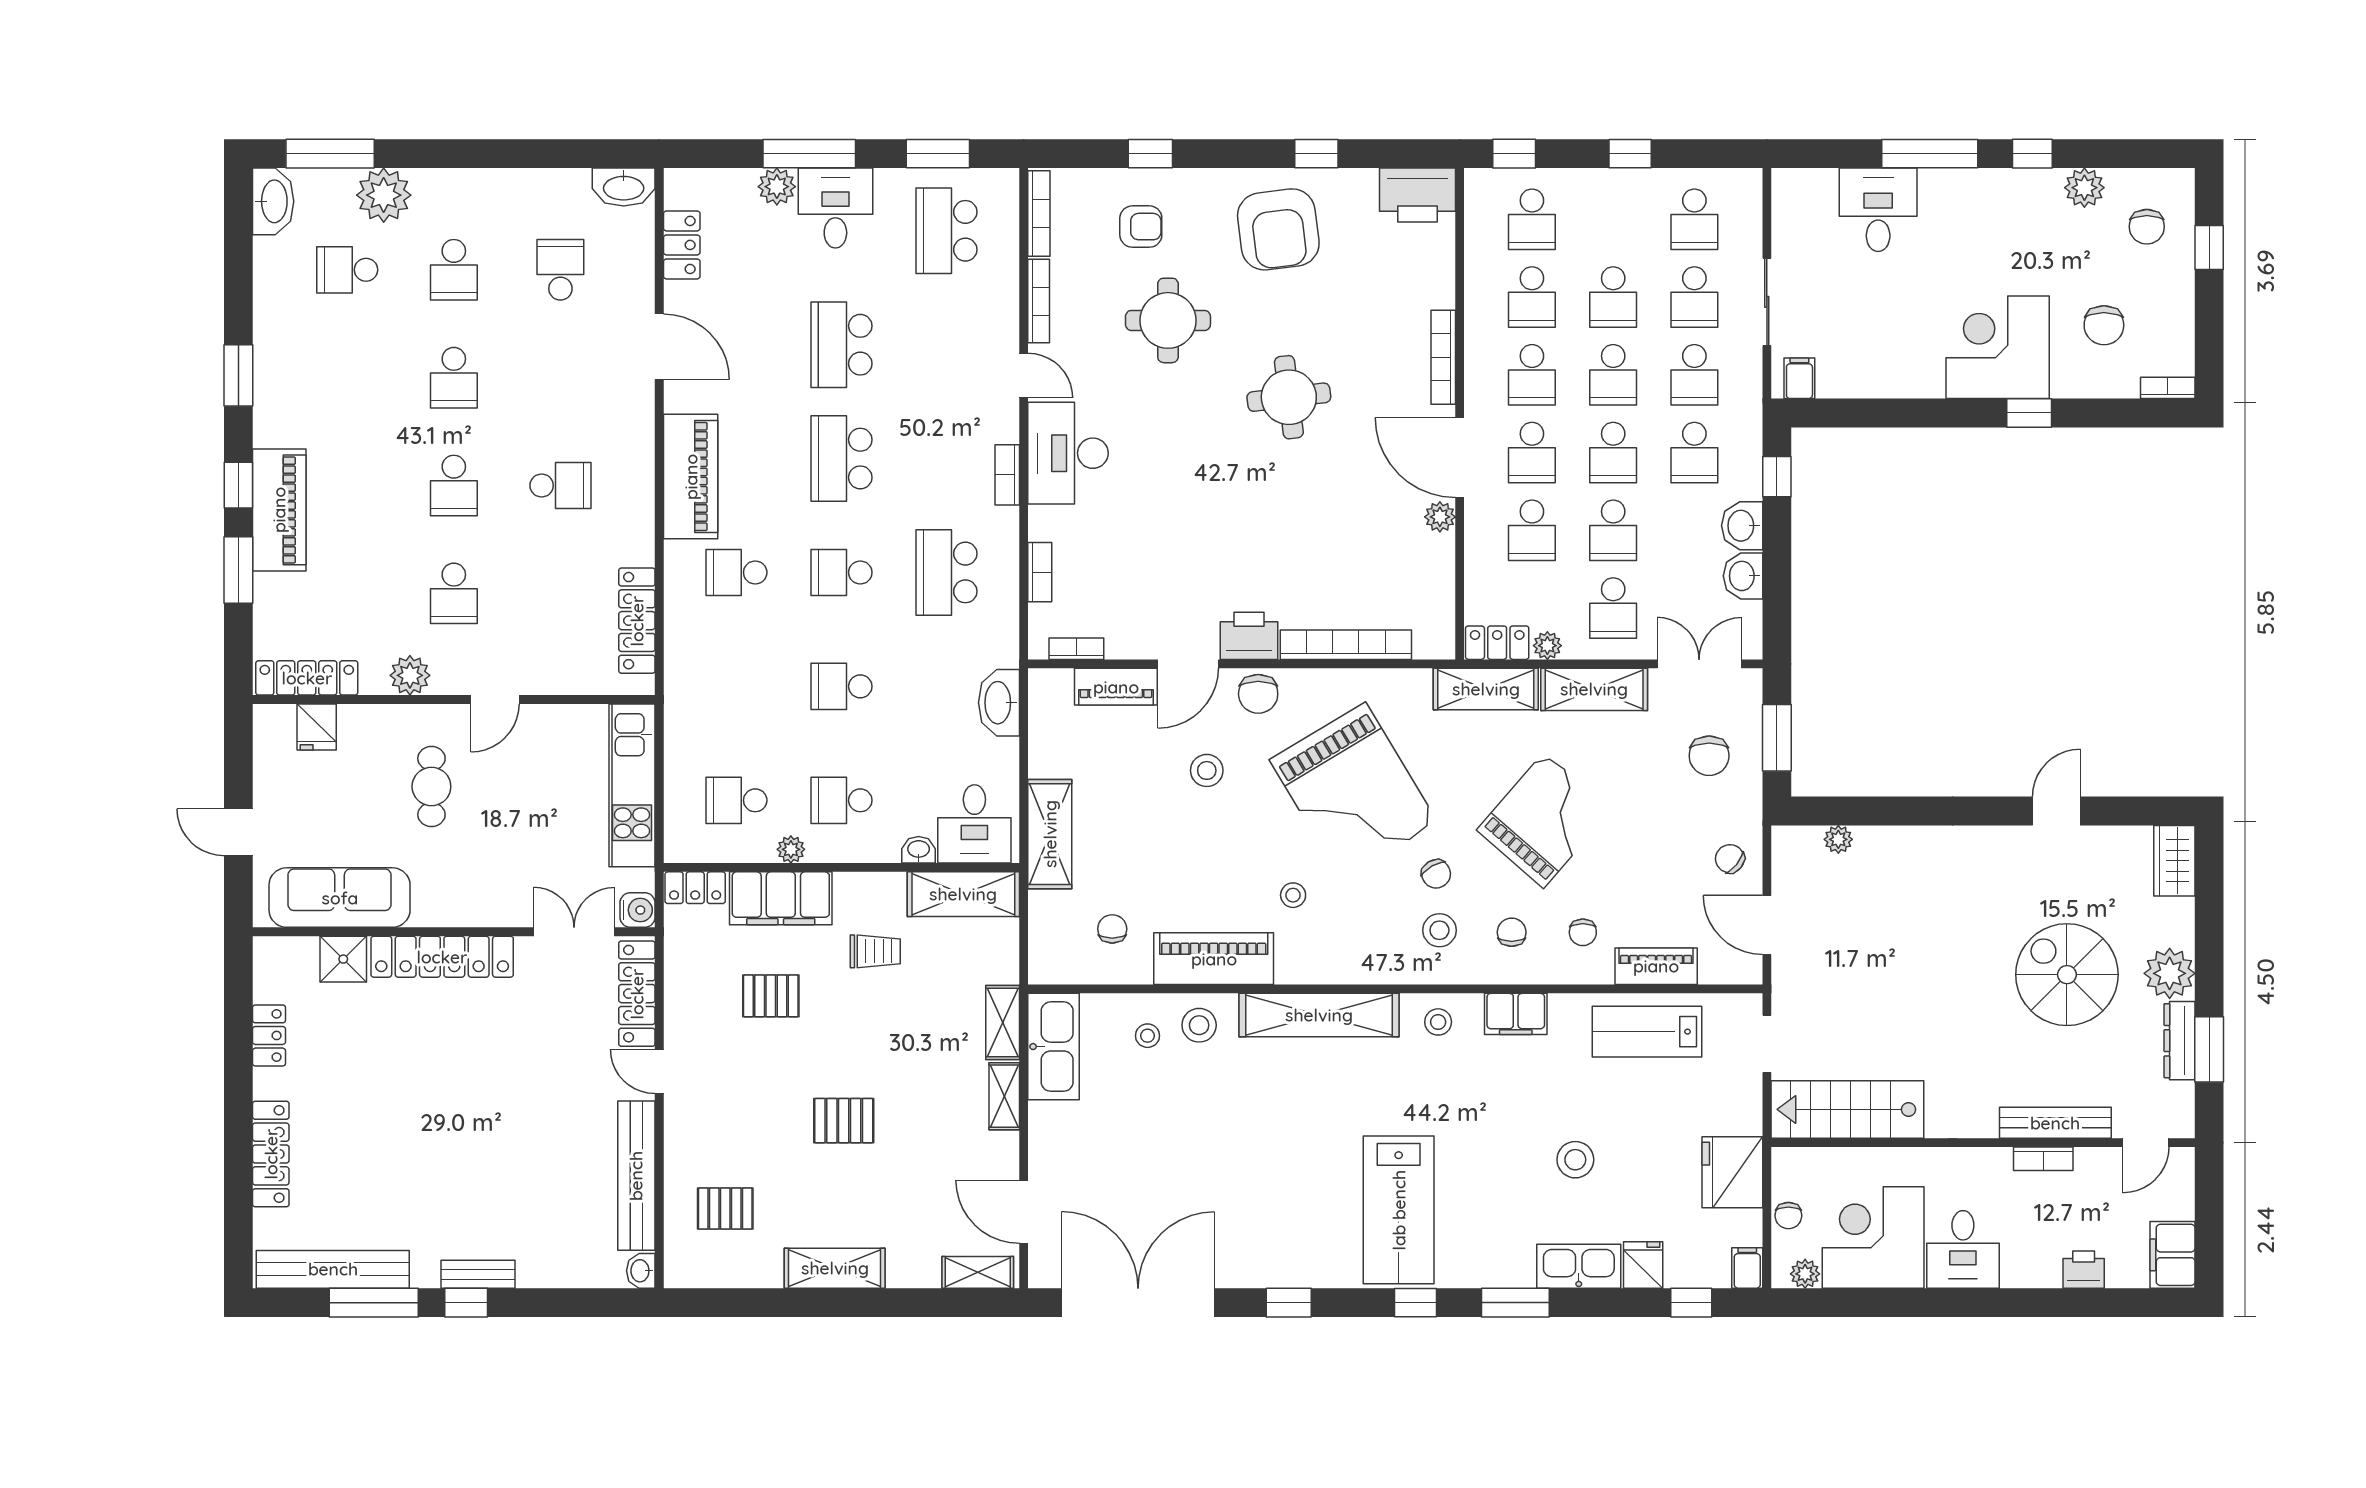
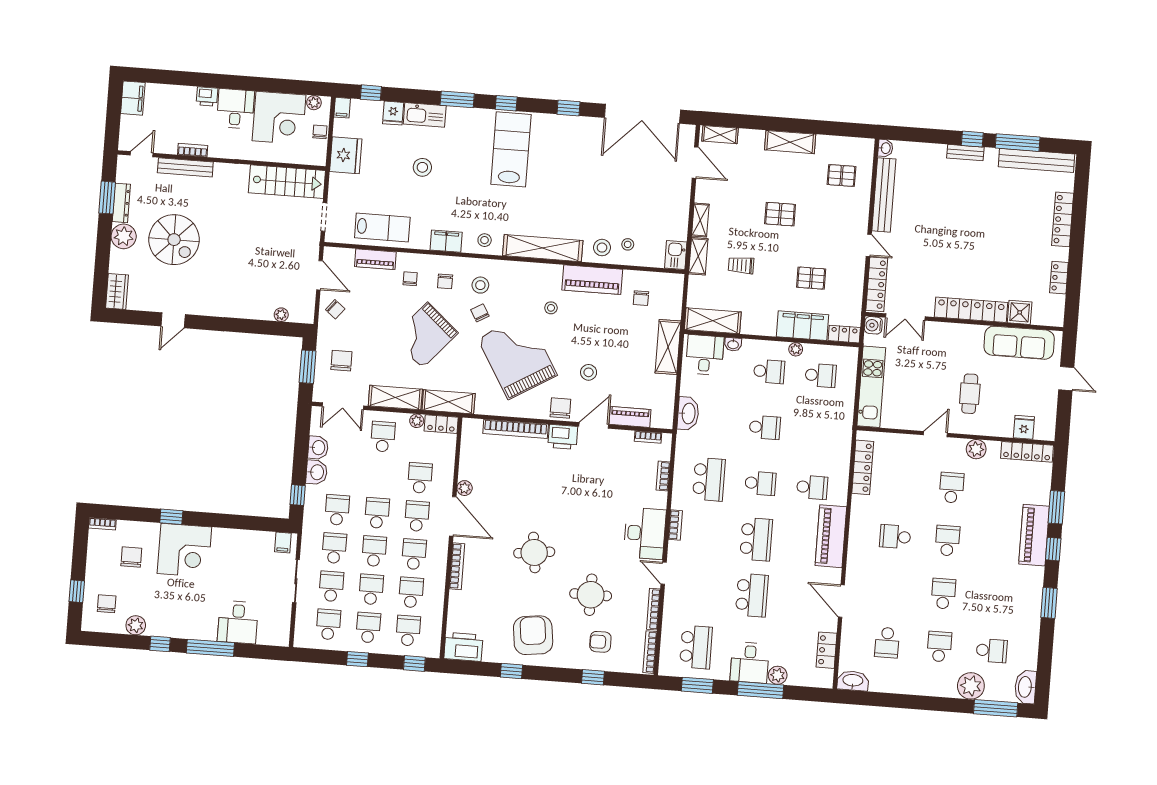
school desk: (1613, 530) -> (368, 628), moved
trolley: (875, 951) -> (741, 265), moved
kitchen sink: (1054, 1047) -> (676, 255), width x0.53, depth x0.81
printer: (2084, 1270) -> (207, 96), moved

